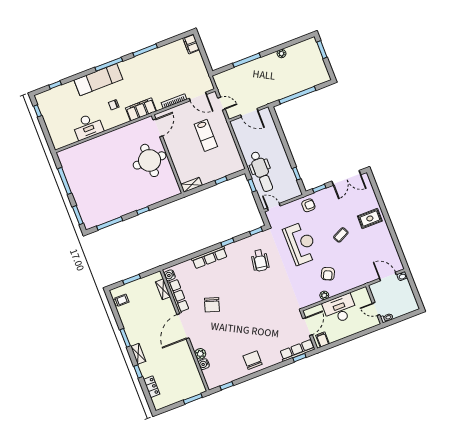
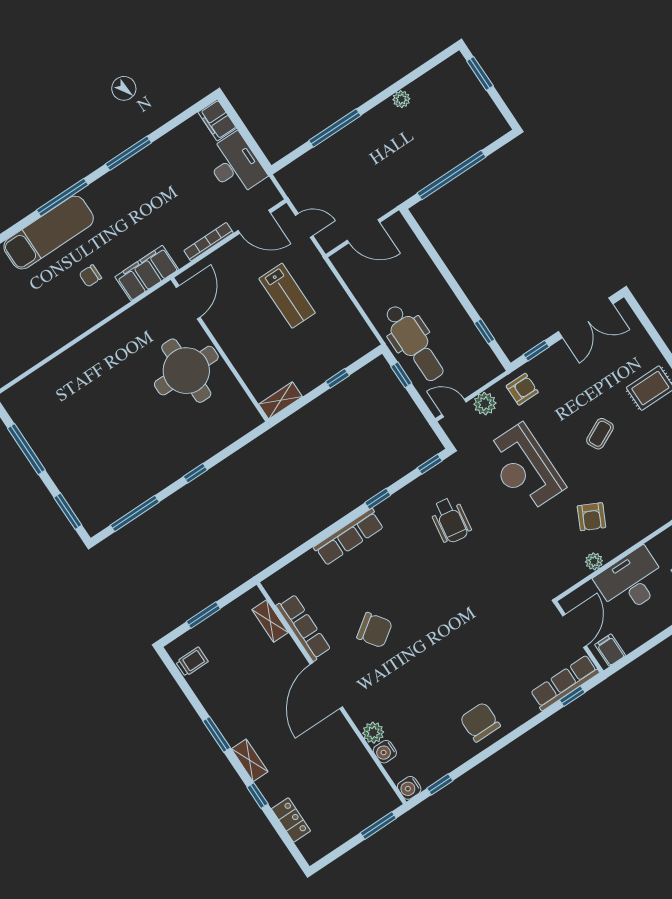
desk: (88, 126) -> (235, 165), moved, turned -90
plant: (289, 208) -> (485, 404), added
reception desk: (301, 243) -> (524, 468), turned 180
water cooler: (170, 275) -> (409, 788), moved
chair: (212, 305) -> (375, 630), turned -53

